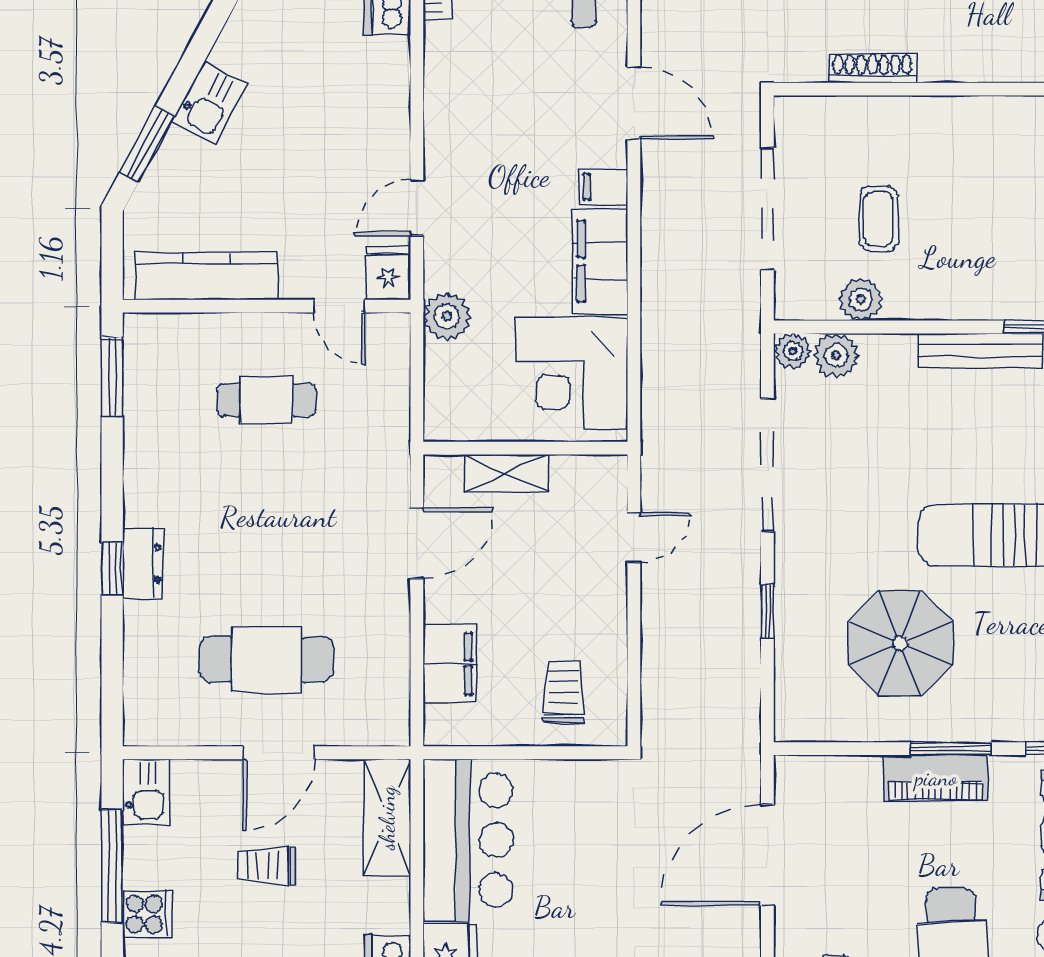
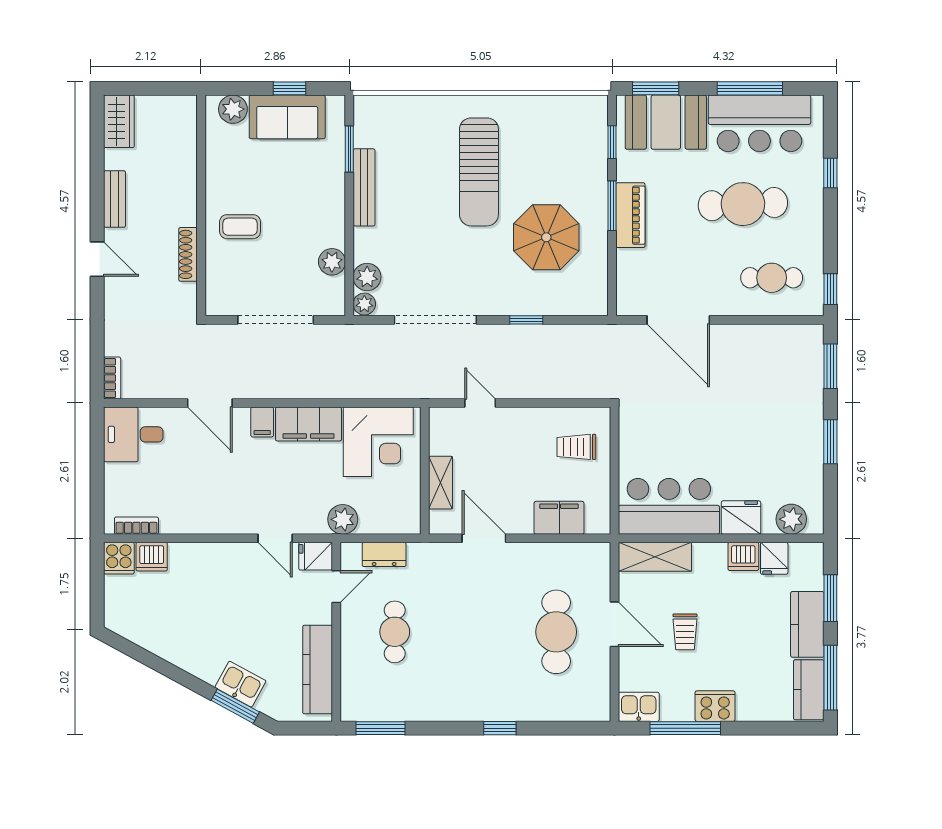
kitchen sink: (210, 103) -> (240, 684), moved
door: (634, 103) -> (210, 403), swing flipped
coffee table: (879, 219) -> (240, 227), moved
dresser: (142, 563) -> (384, 554), moved, turned 180
cooker: (147, 914) -> (715, 706), width x1.36

